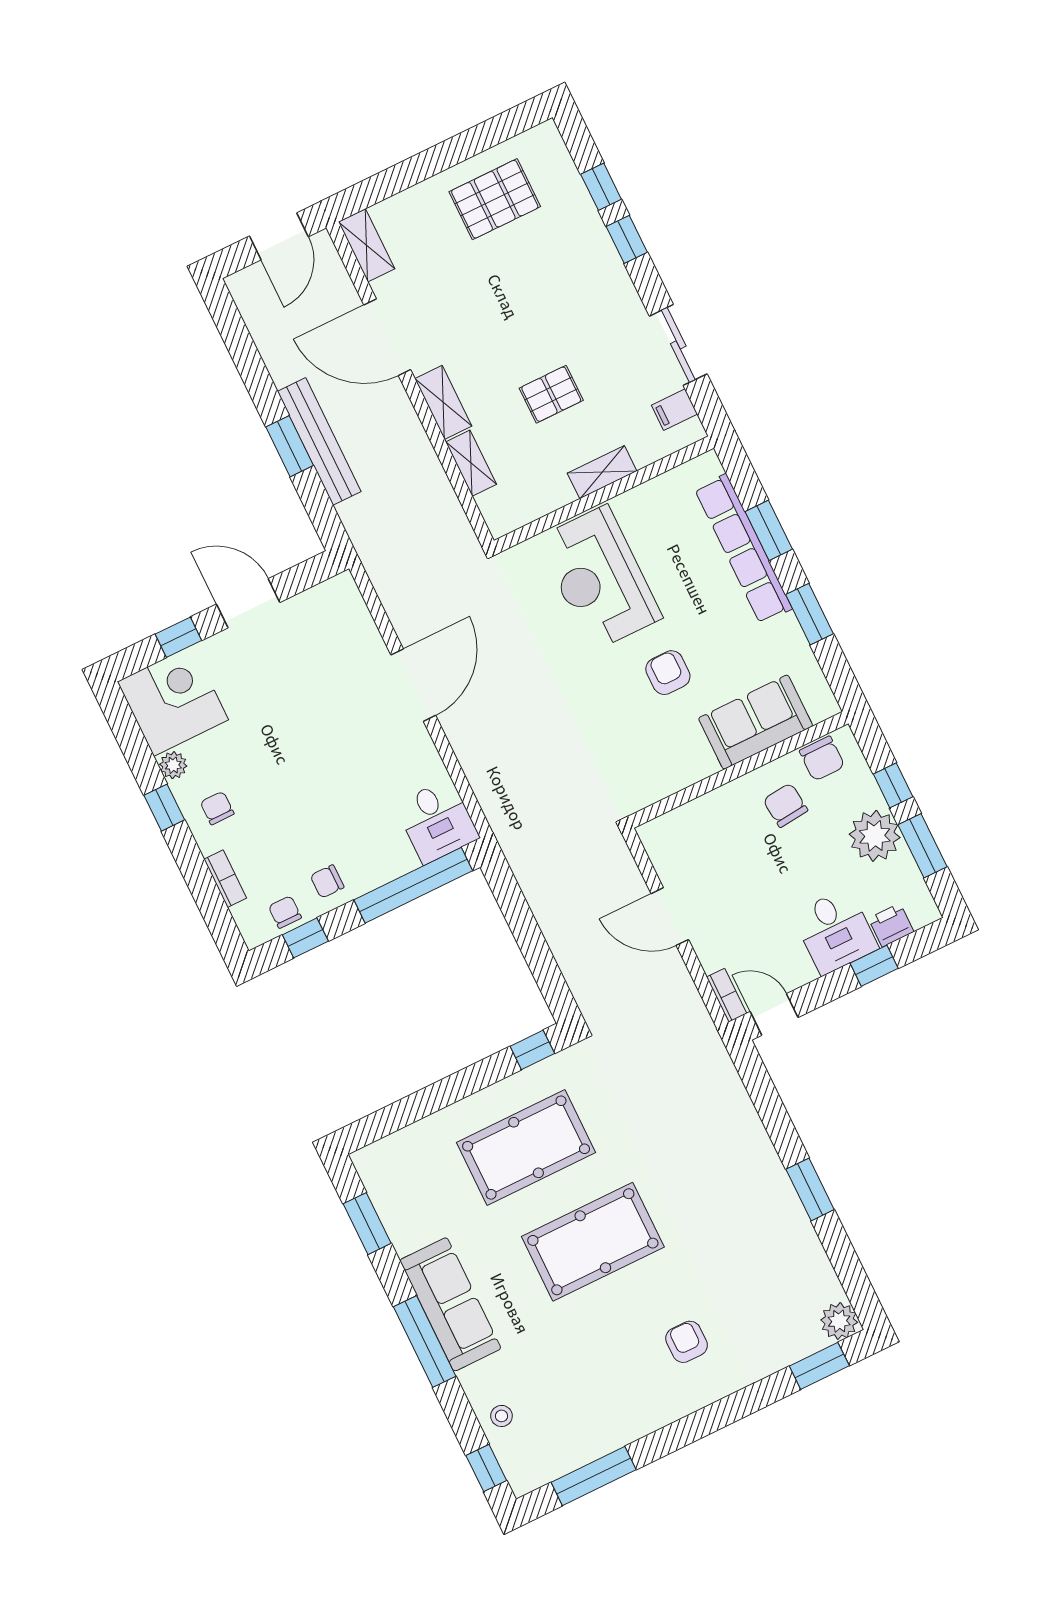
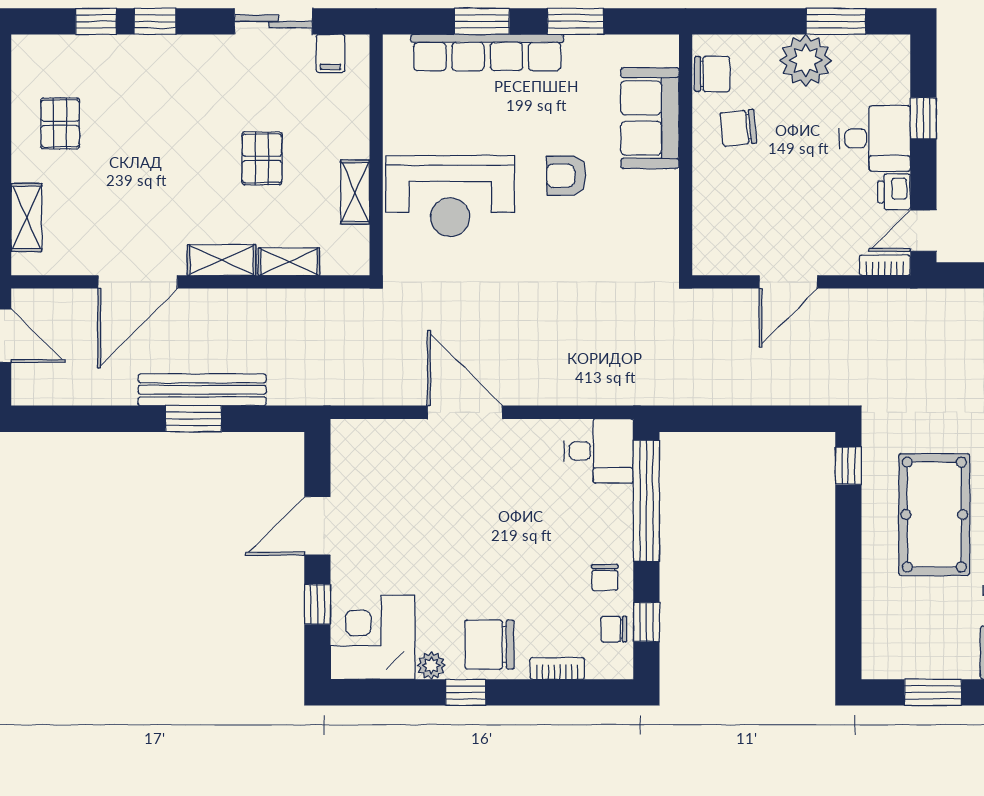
pallet: (495, 199) -> (60, 123), width x0.67, depth x0.71
shelving: (366, 245) -> (27, 217), moved, turned 90
shelving: (602, 472) -> (355, 192), moved
window: (893, 785) -> (768, 21), removed
chair: (217, 808) -> (490, 645), width x1.87, depth x1.87
printer: (891, 925) -> (894, 192), moved

